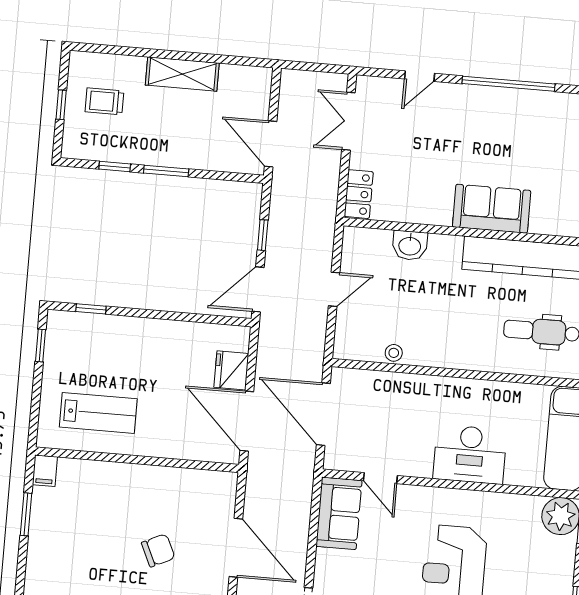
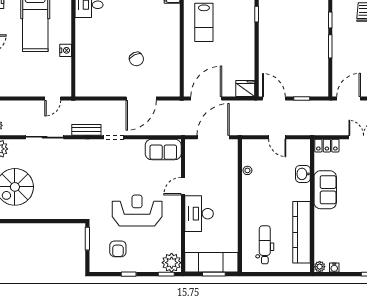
sofa: (492, 209) -> (325, 190), moved
fridge: (231, 370) -> (245, 88), moved
door: (380, 478) -> (183, 186), moved

